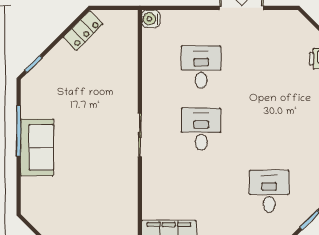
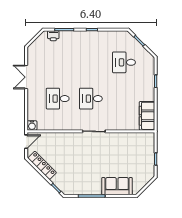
door: (121, 8) -> (26, 142), added
locker: (83, 31) -> (42, 165), width x1.53
sofa: (37, 147) -> (117, 186), moved

